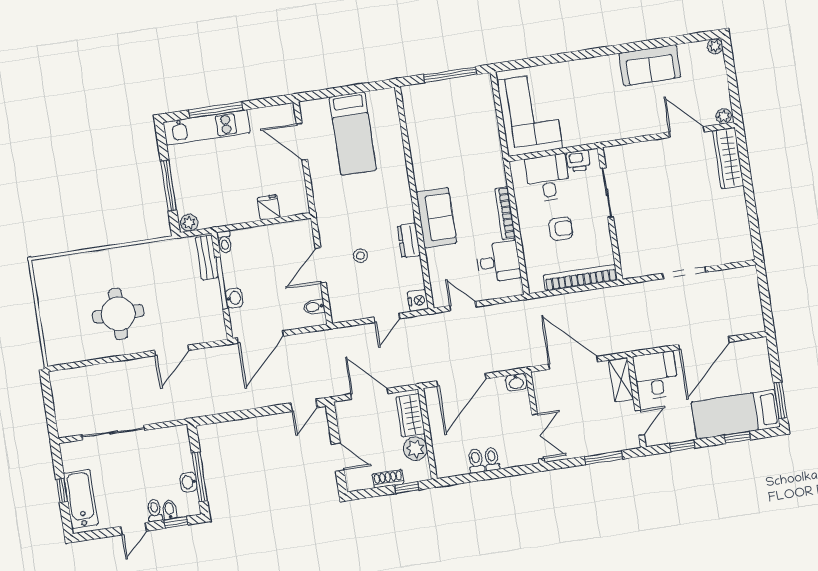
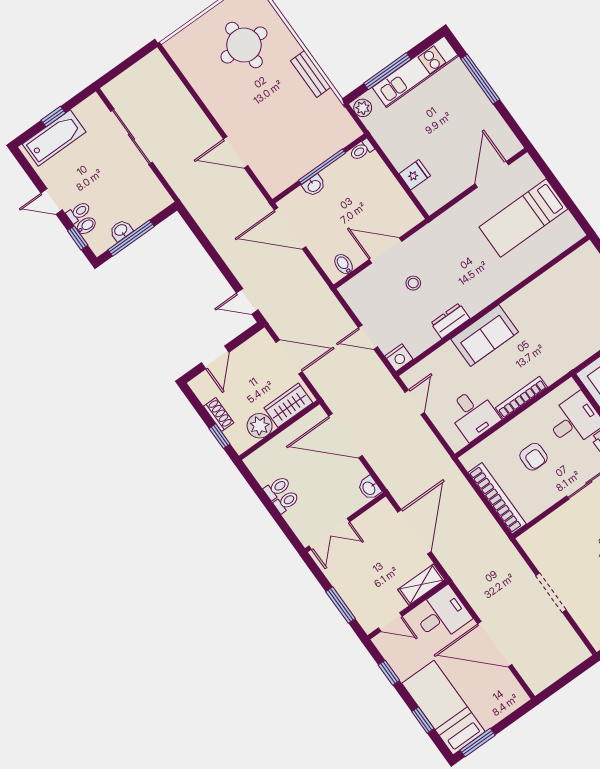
kitchen unit: (207, 128) -> (415, 72), moved, turned -90
bench: (207, 257) -> (311, 74), moved, turned 90
round table: (118, 314) -> (244, 45), moved
door: (370, 394) -> (289, 357), hinge flipped

